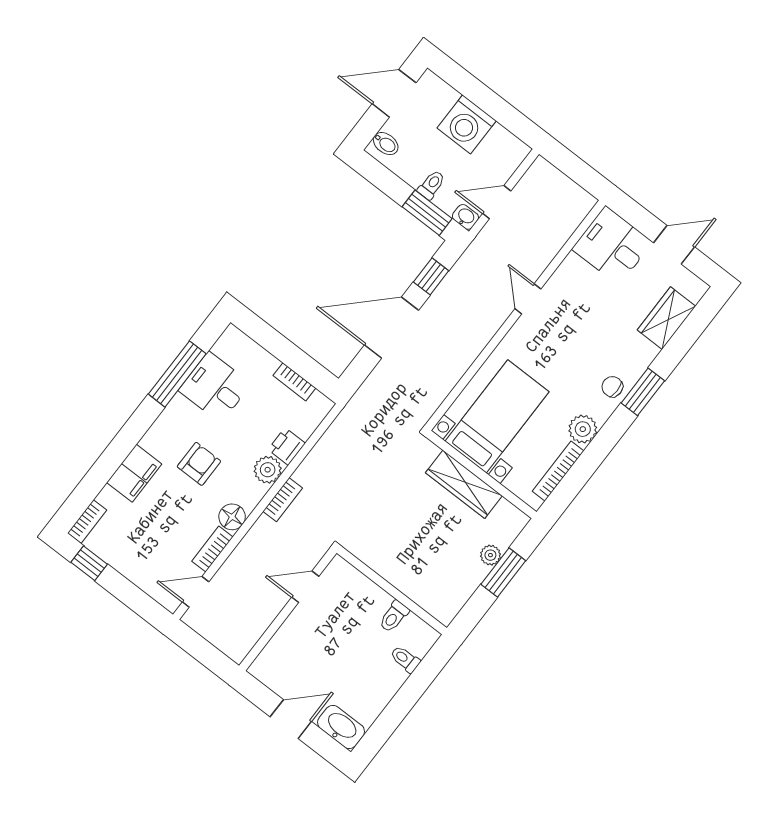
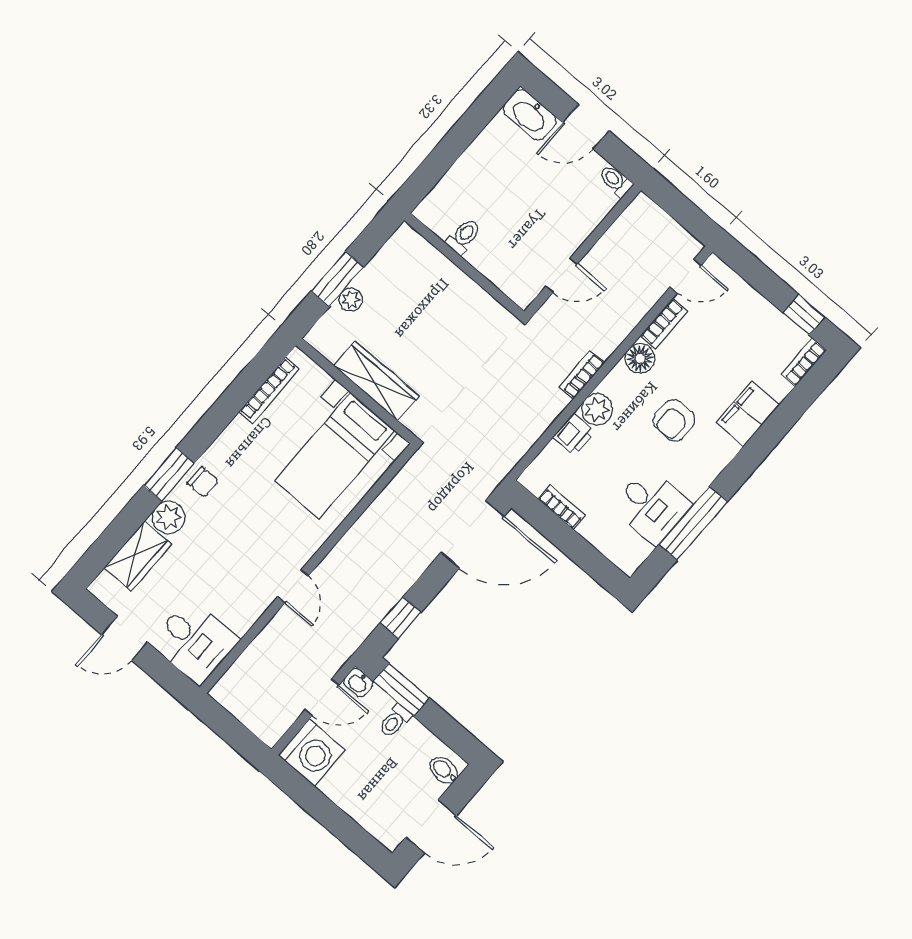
washing machine: (467, 124) -> (312, 753), moved, turned 90
door: (392, 328) -> (472, 534), moved
plant: (583, 429) -> (169, 517), moved
toilet: (405, 659) -> (616, 181), moved, turned 180

